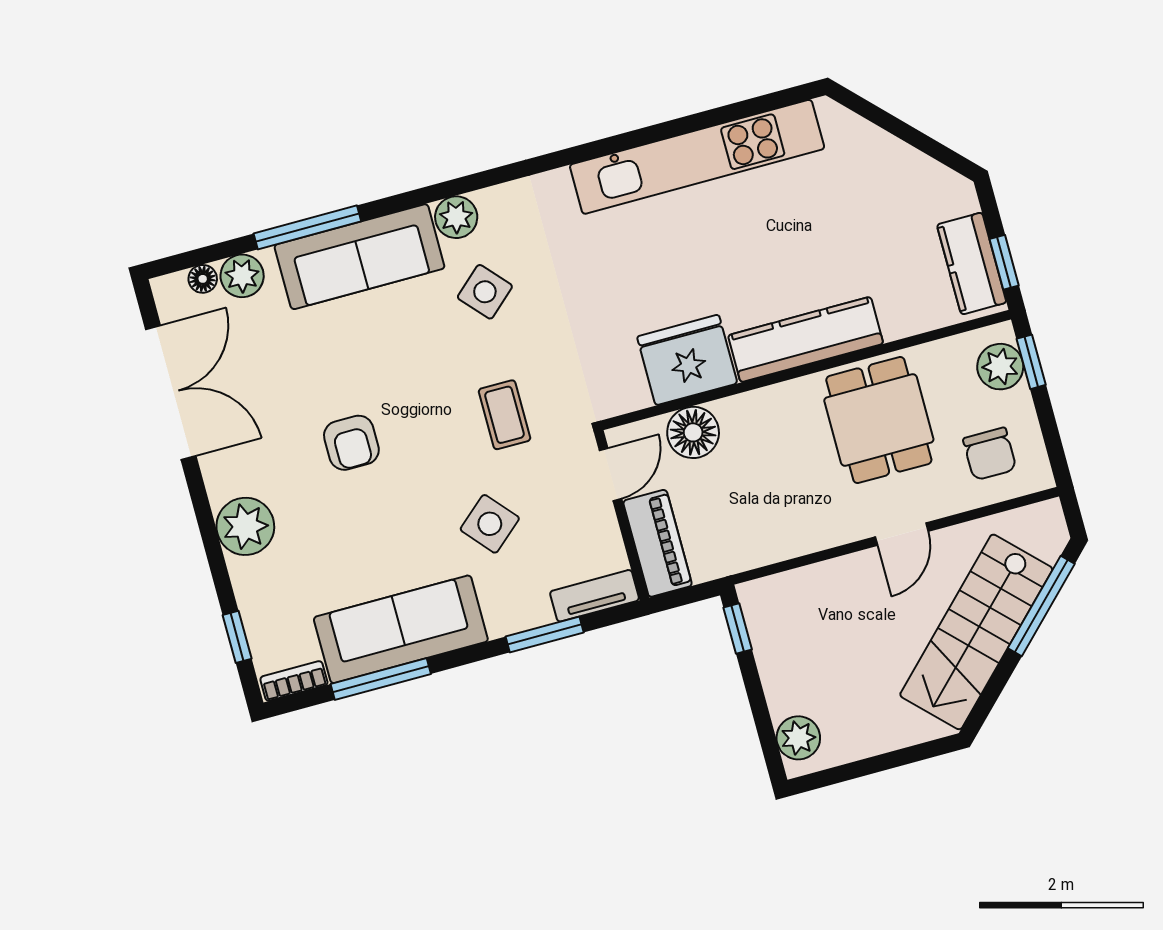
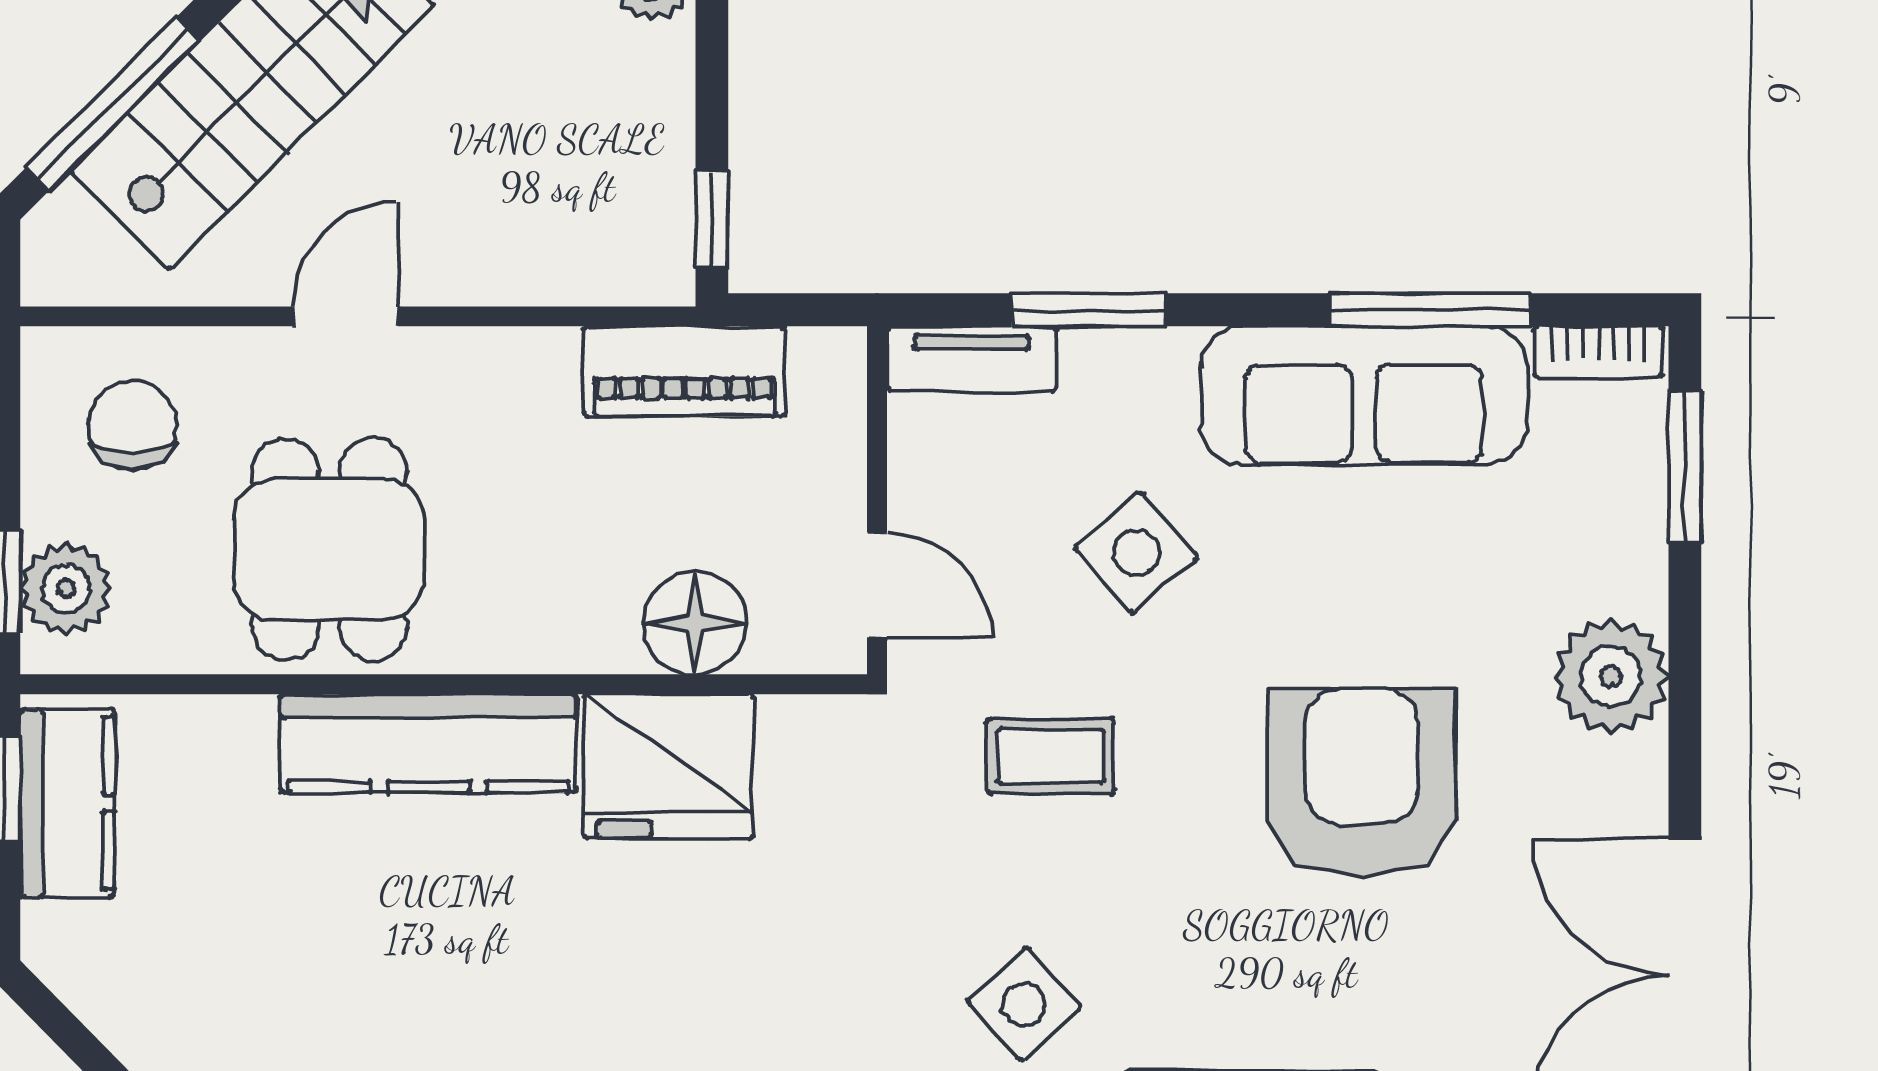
coffee table: (505, 415) -> (1051, 756), turned 90
armchair: (351, 443) -> (1362, 782), width x1.88, depth x1.88
door: (610, 474) -> (877, 585), swing flipped
piano: (658, 543) -> (684, 371), moved, turned -90
window: (237, 637) -> (1685, 467), width x1.50

